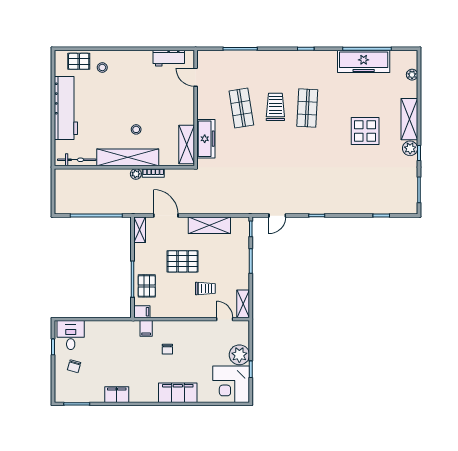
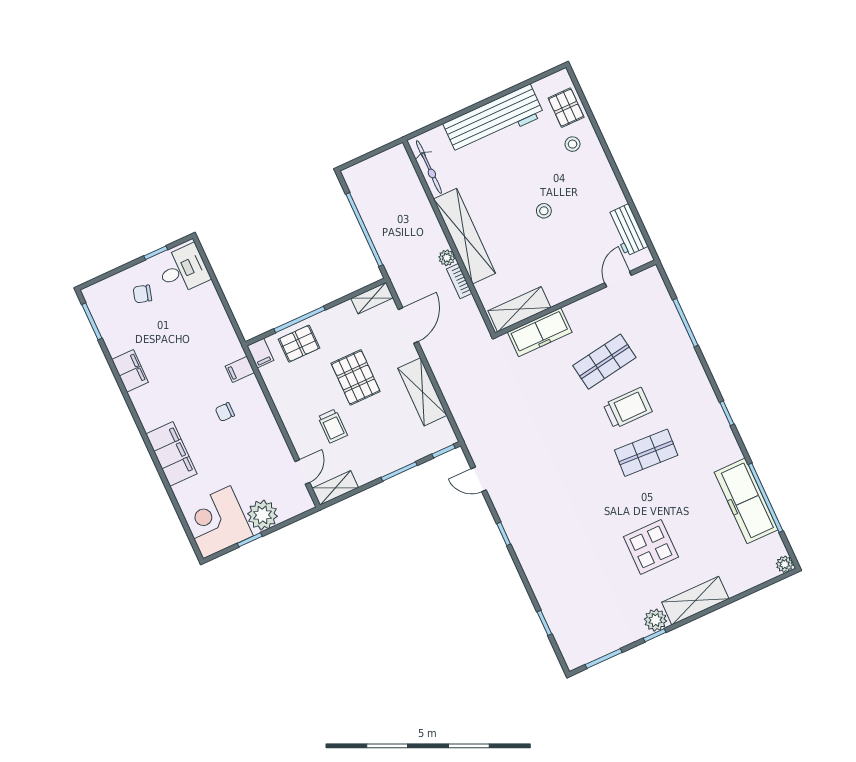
plant: (412, 75) -> (785, 564), moved
stool: (136, 129) -> (544, 211), moved

